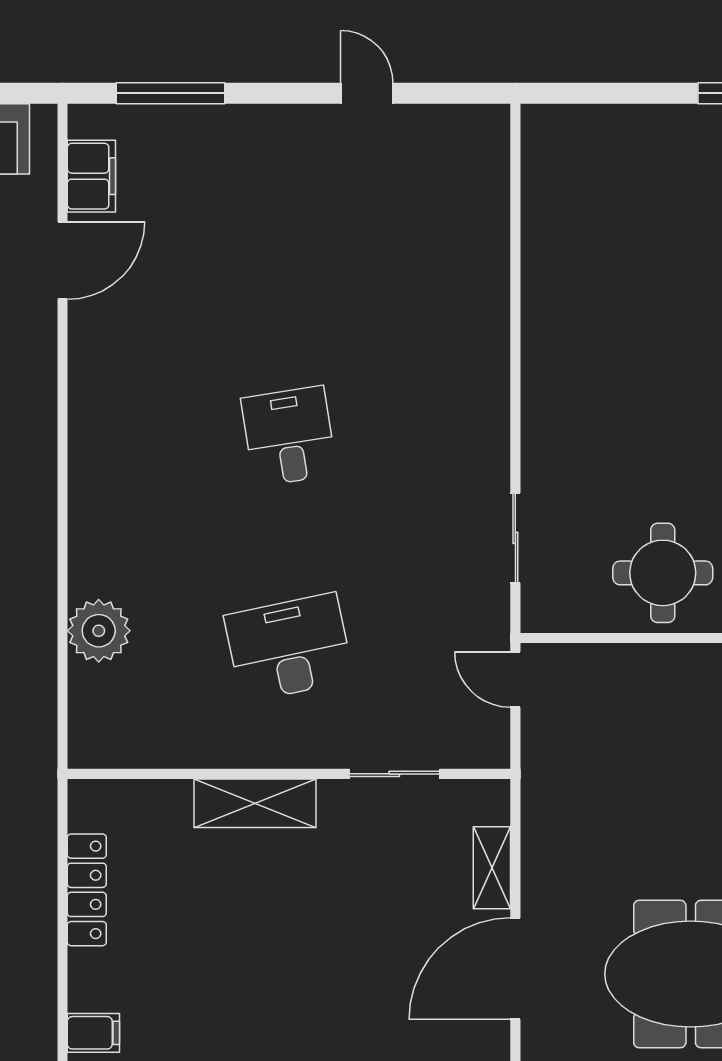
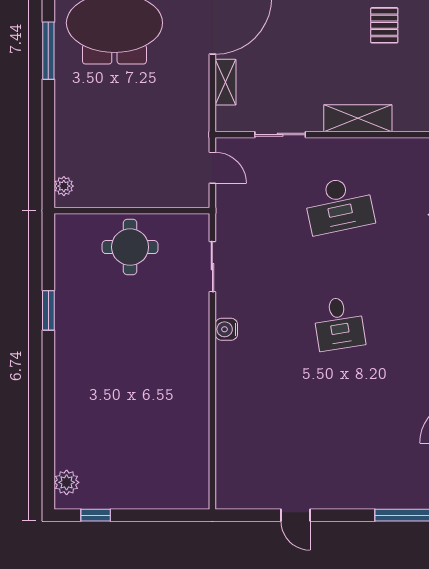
water cooler: (491, 426) -> (226, 329), added
door: (515, 680) -> (212, 168), moved
pallet: (208, 970) -> (384, 25), added

